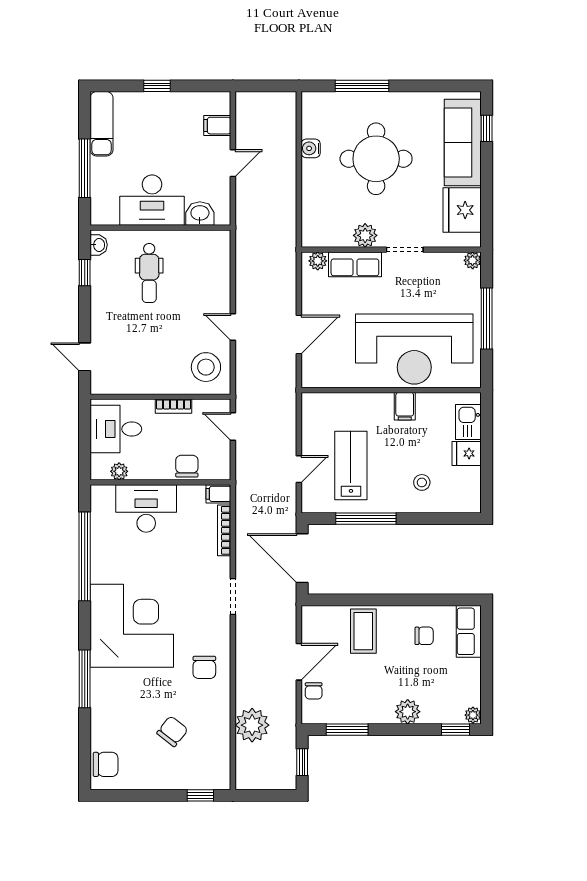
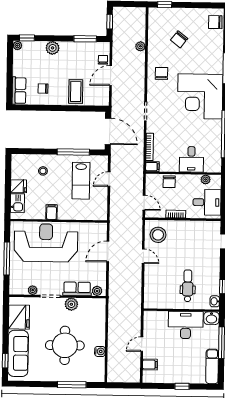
washbasin: (200, 214) -> (211, 318), moved
plant: (473, 260) -> (33, 290), moved
desk: (146, 508) -> (191, 159), width x0.73
plant: (252, 725) -> (140, 46), width x0.53, depth x0.53

